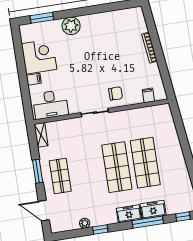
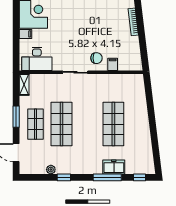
filing cabinet: (148, 95) -> (113, 64), moved
shop shelf: (117, 167) -> (62, 124), moved
freezer: (129, 214) -> (92, 167), removed

